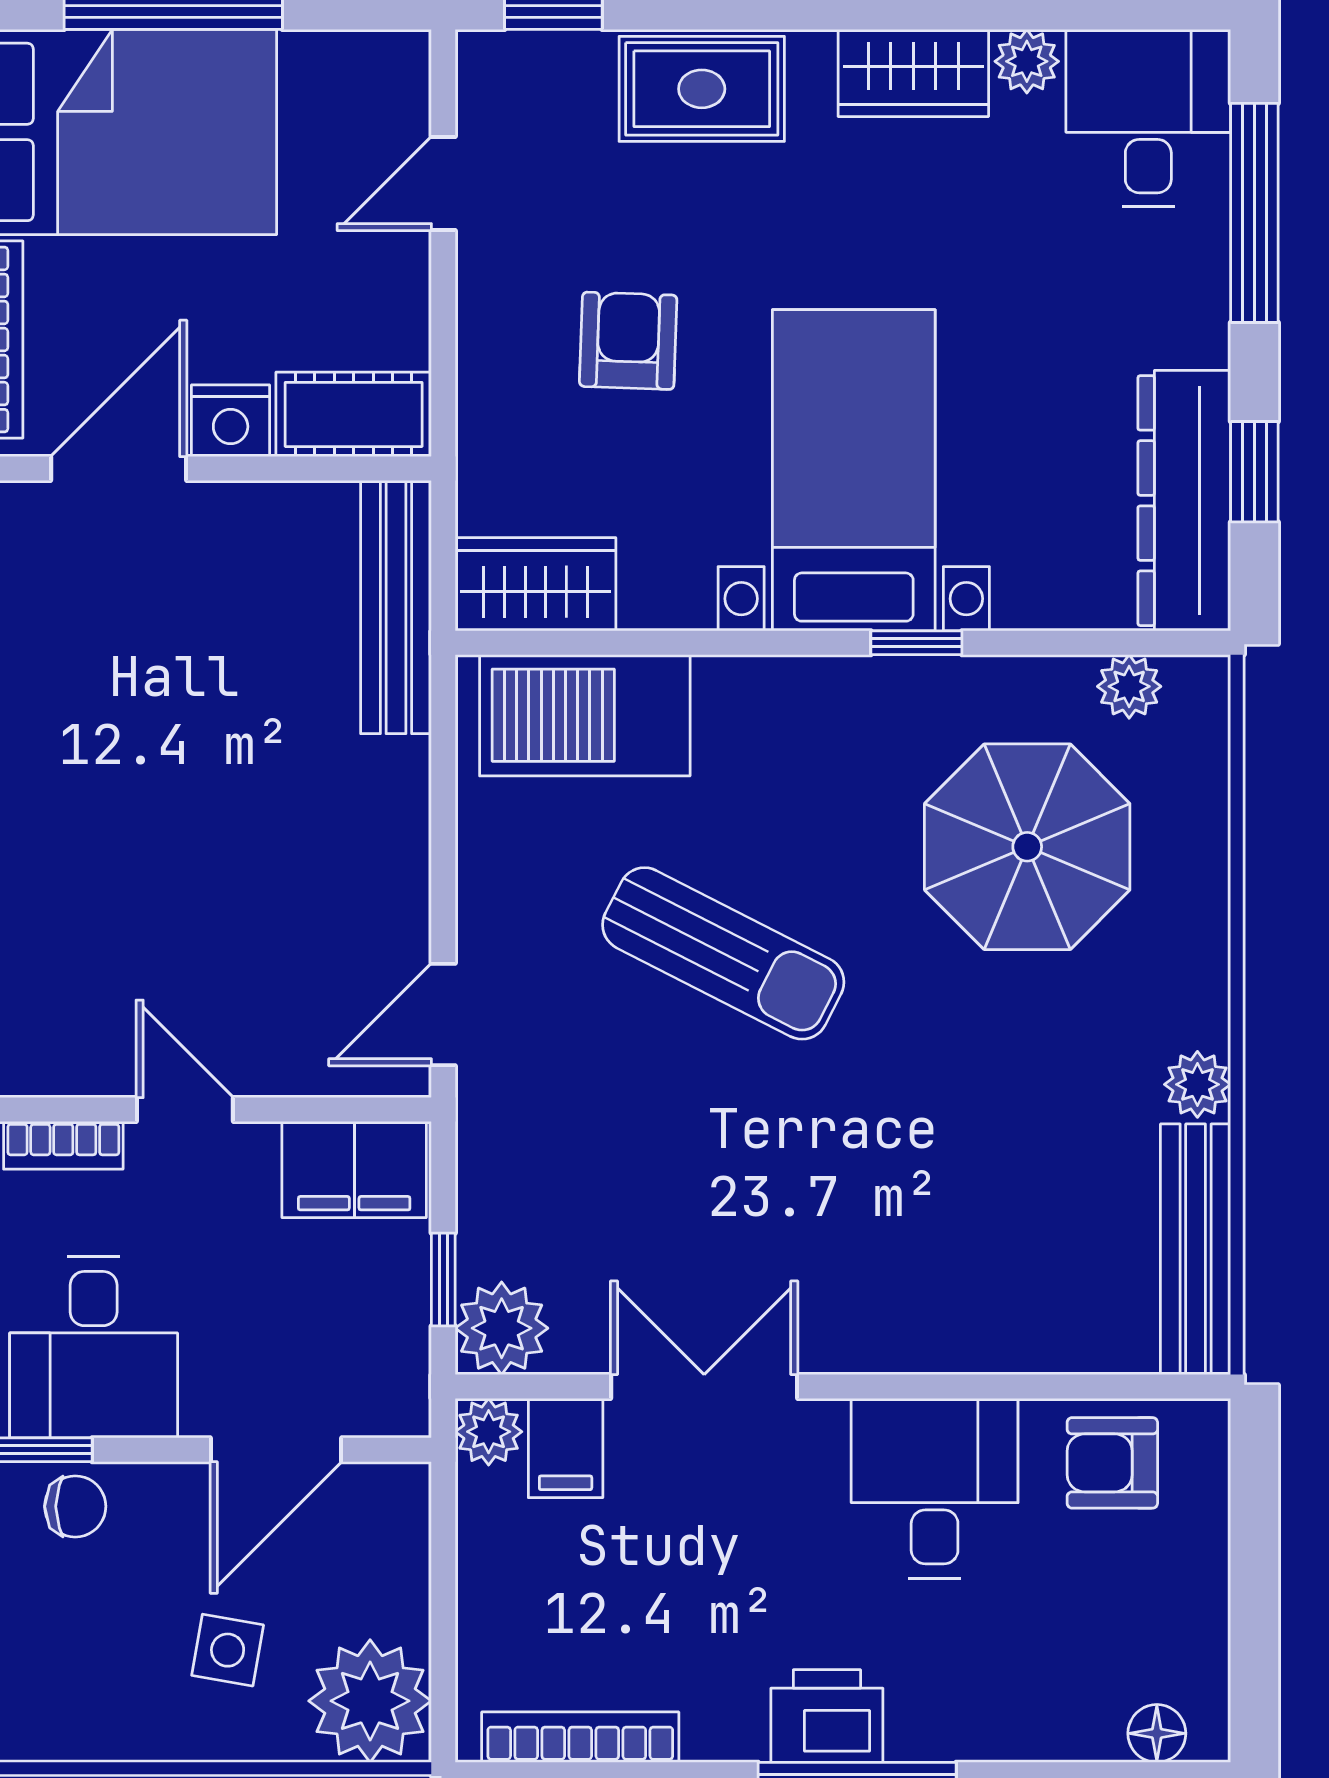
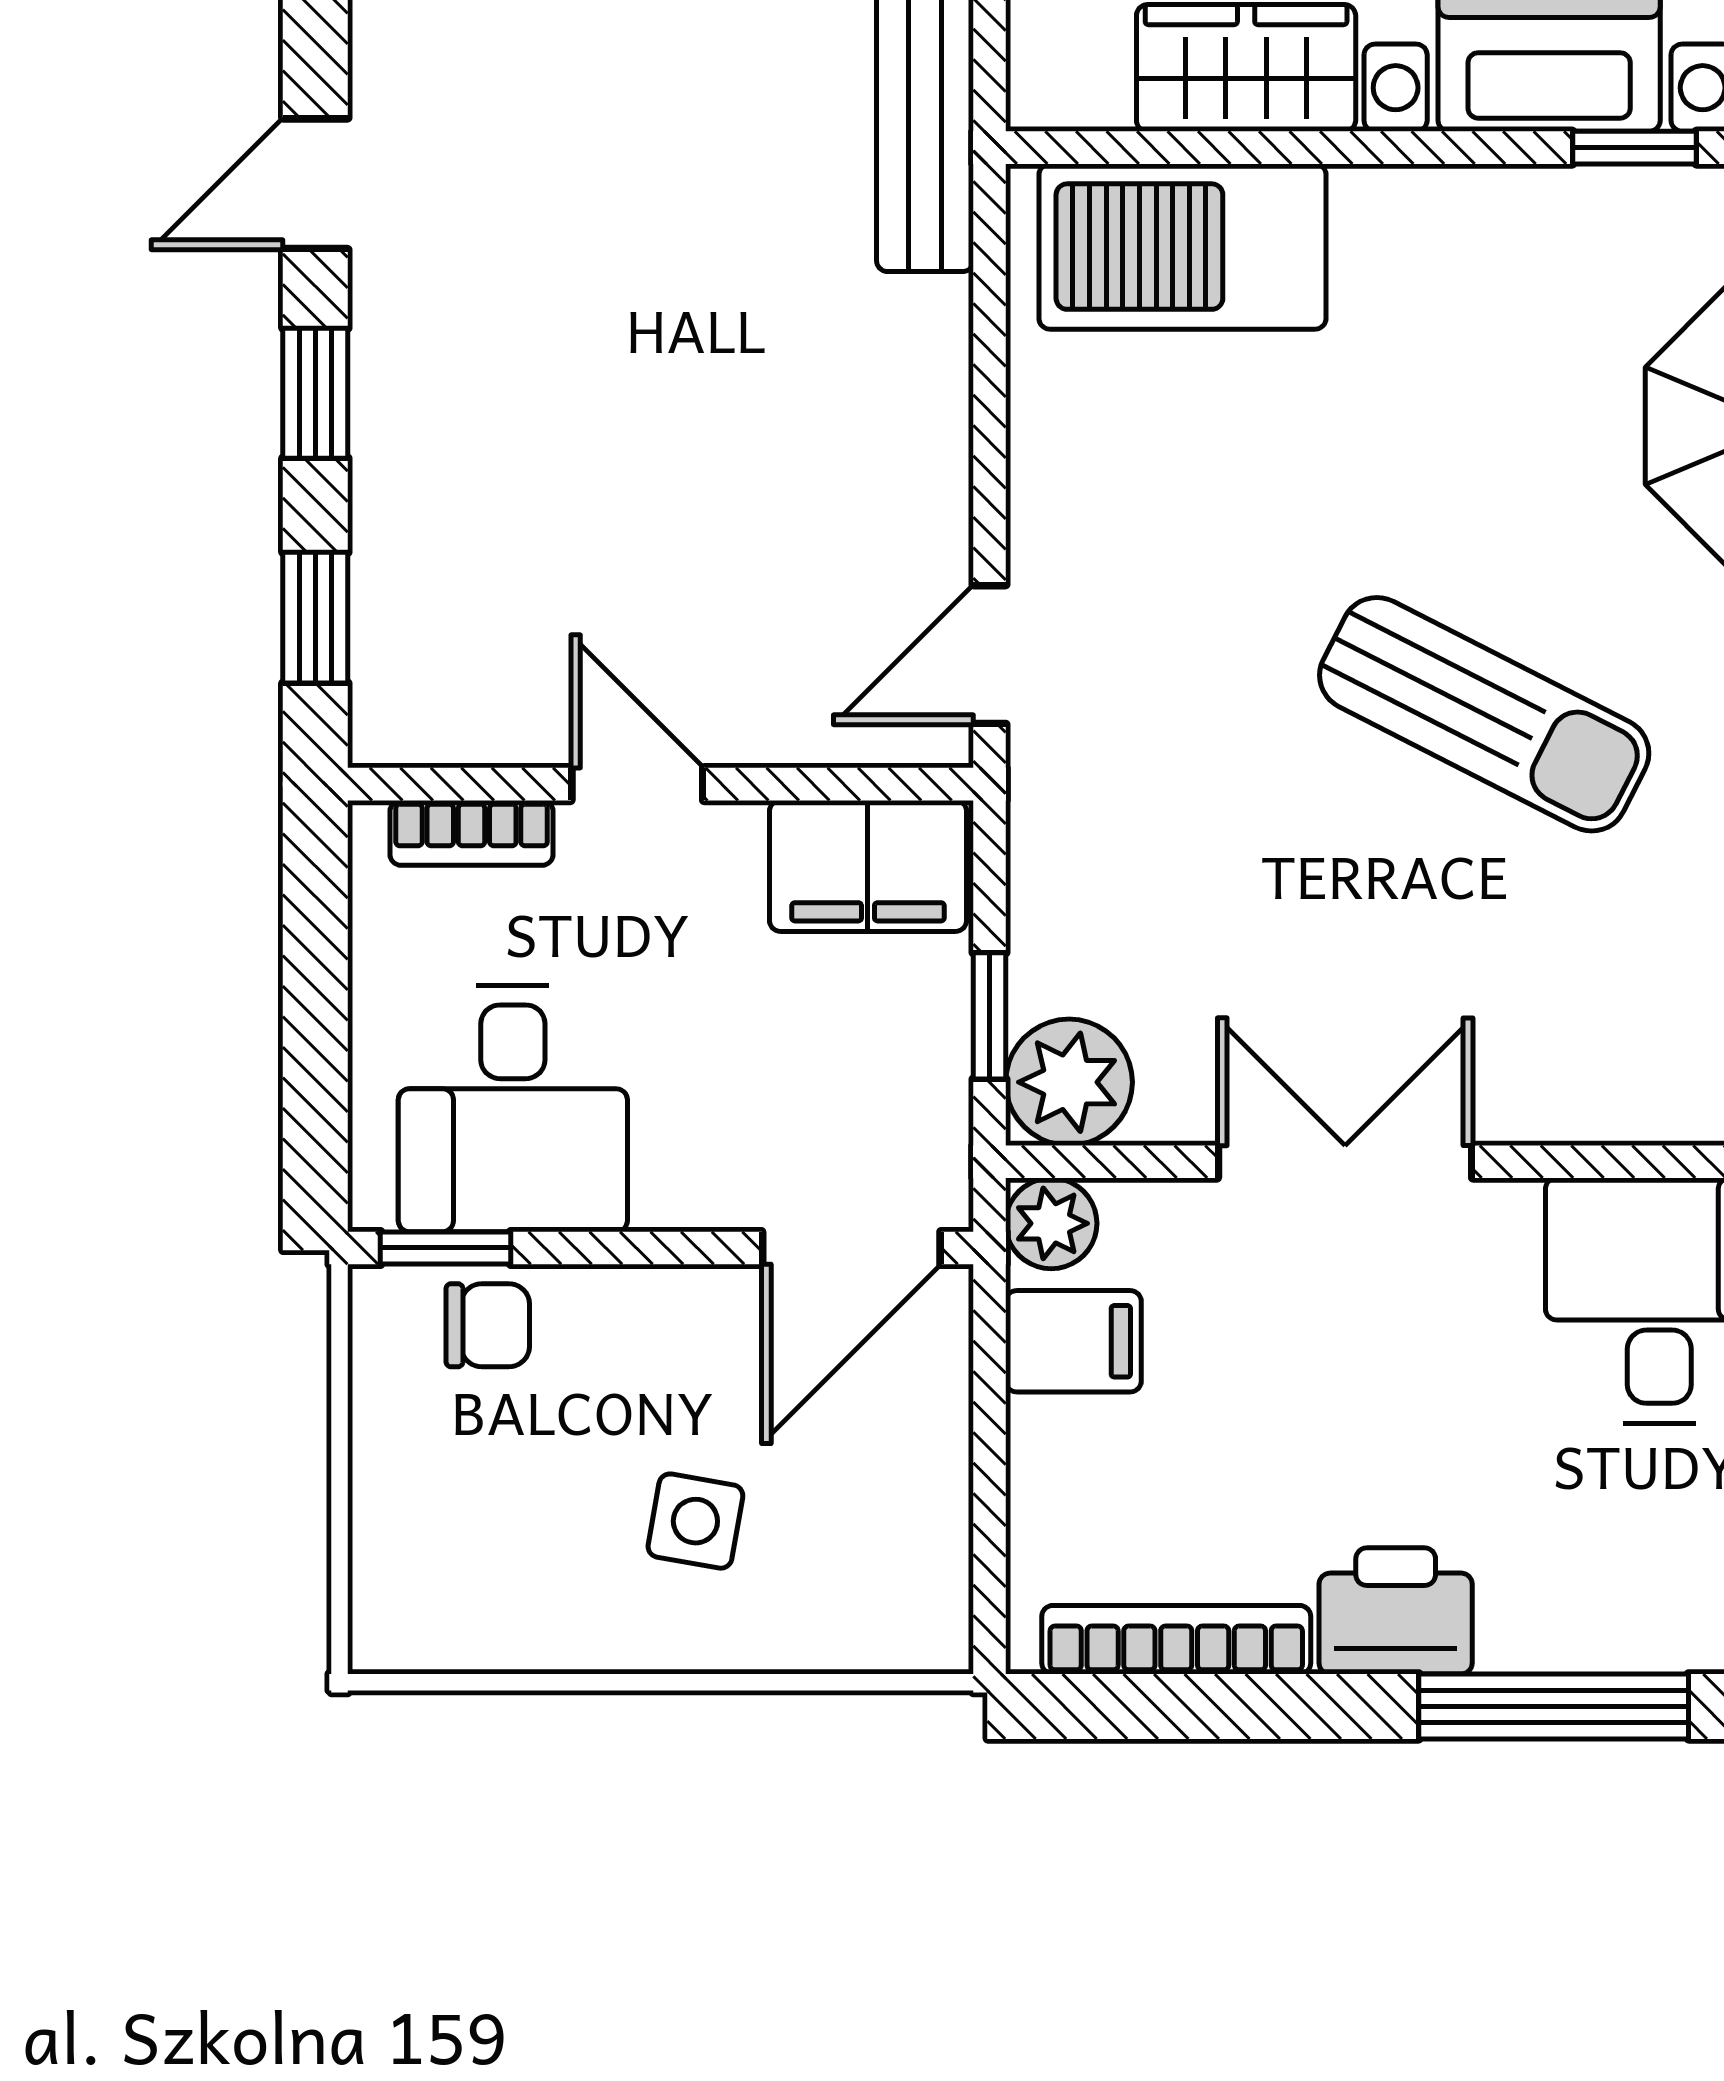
wardrobe: (535, 584) -> (1246, 68), moved
sun lounger: (723, 953) -> (1484, 714), moved
filing cabinet: (566, 1448) -> (1073, 1341), moved, turned -90
door: (276, 1450) -> (851, 1248), moved
plant: (370, 1701) -> (890, 1590), removed
printer: (827, 1716) -> (1396, 1611), moved

